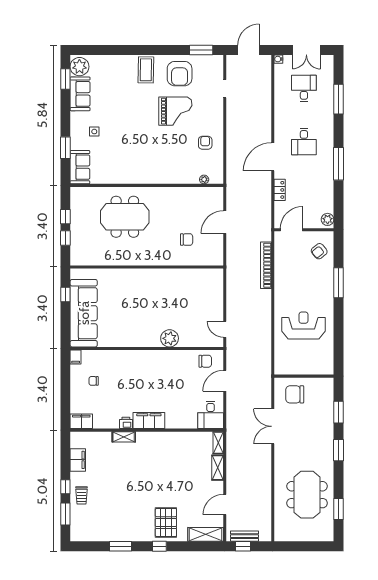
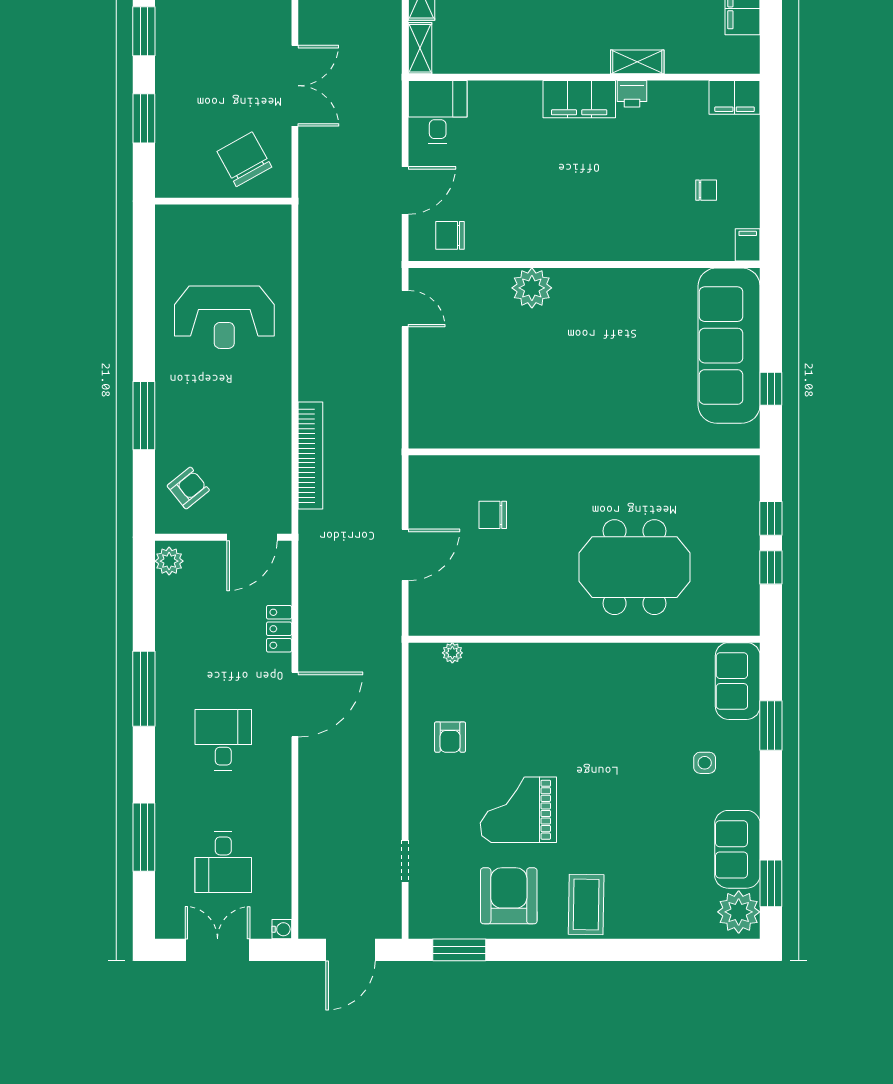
chair: (295, 394) -> (244, 159), turned -119

